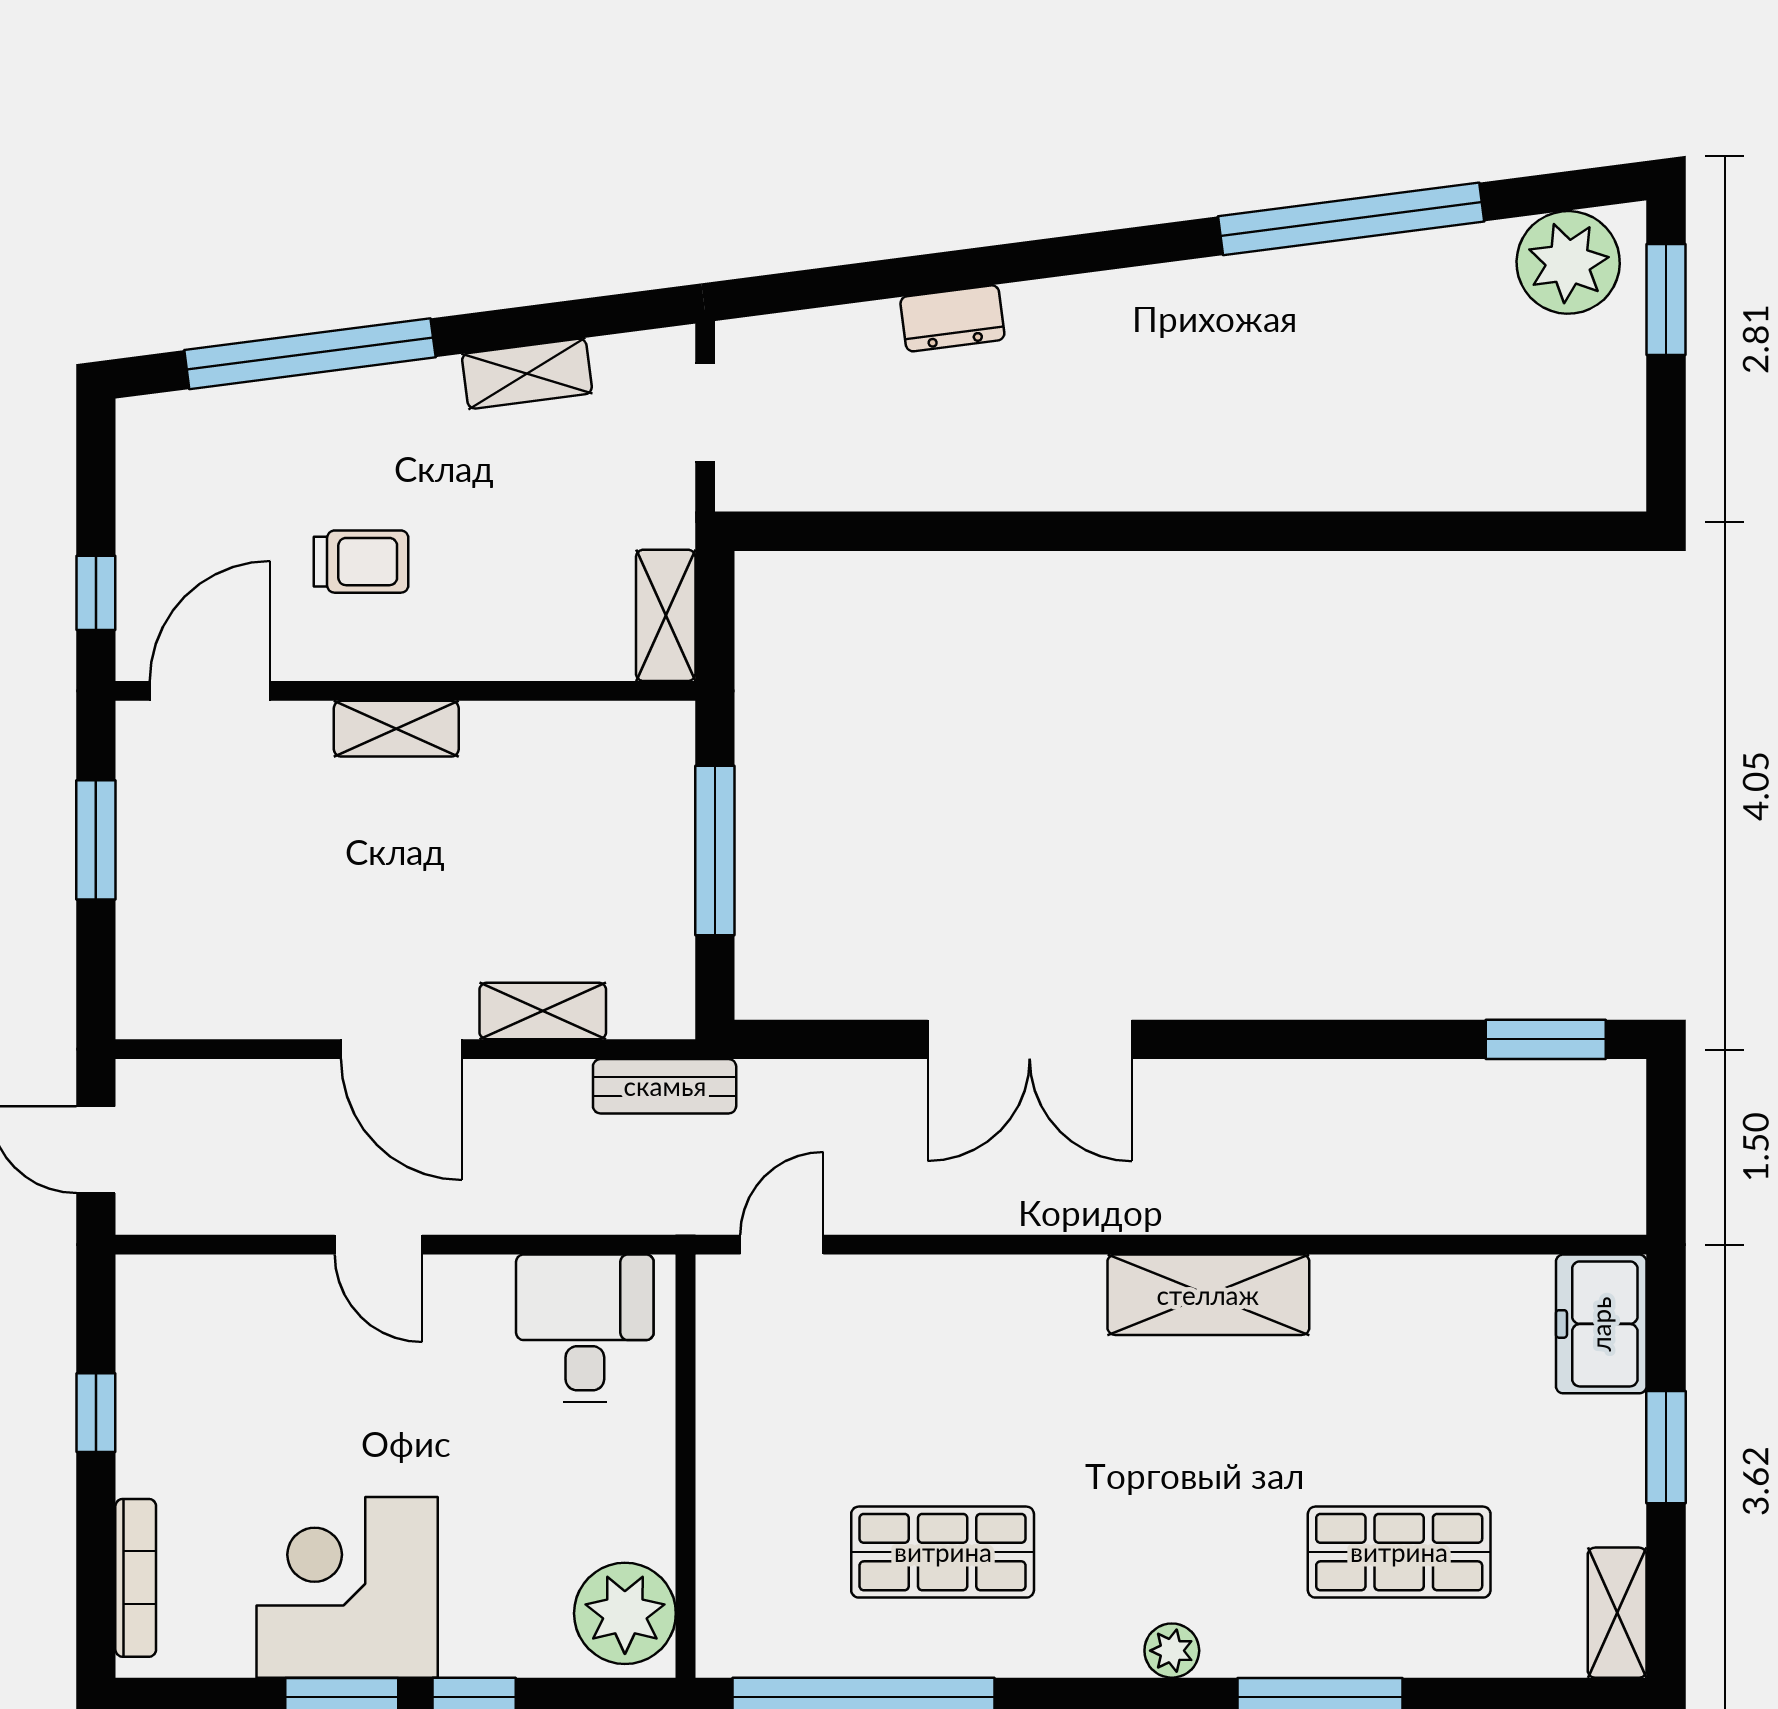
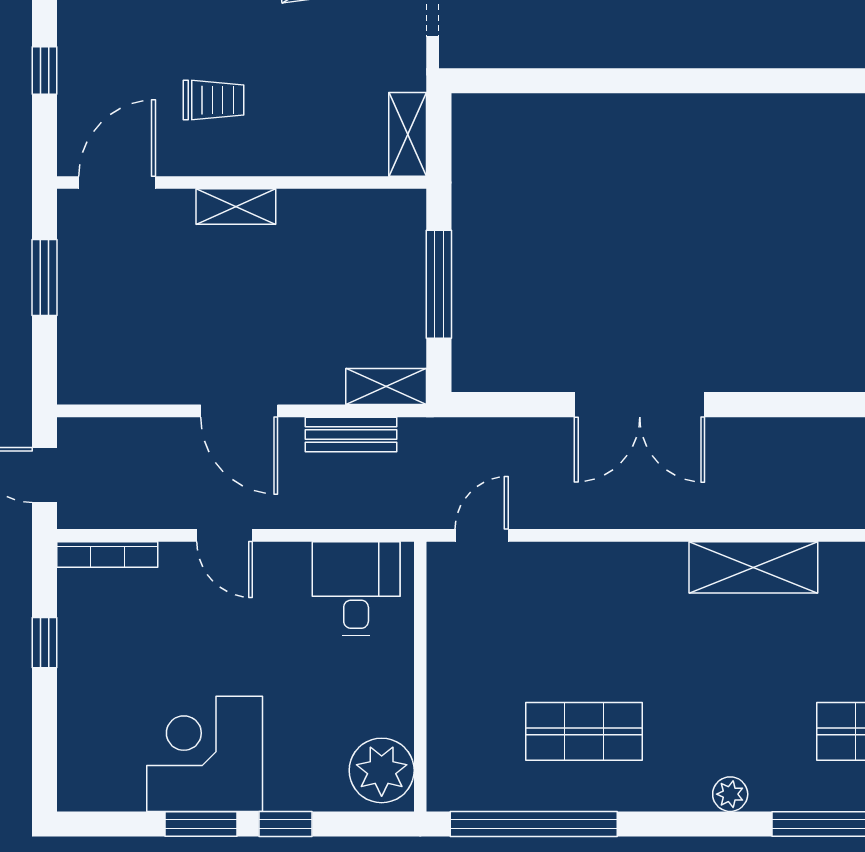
window: (96, 593) -> (44, 70), moved
shelving: (543, 1011) -> (386, 387), moved
bench: (665, 1086) -> (351, 434), moved
bookcase: (136, 1578) -> (107, 555), moved, turned 90

